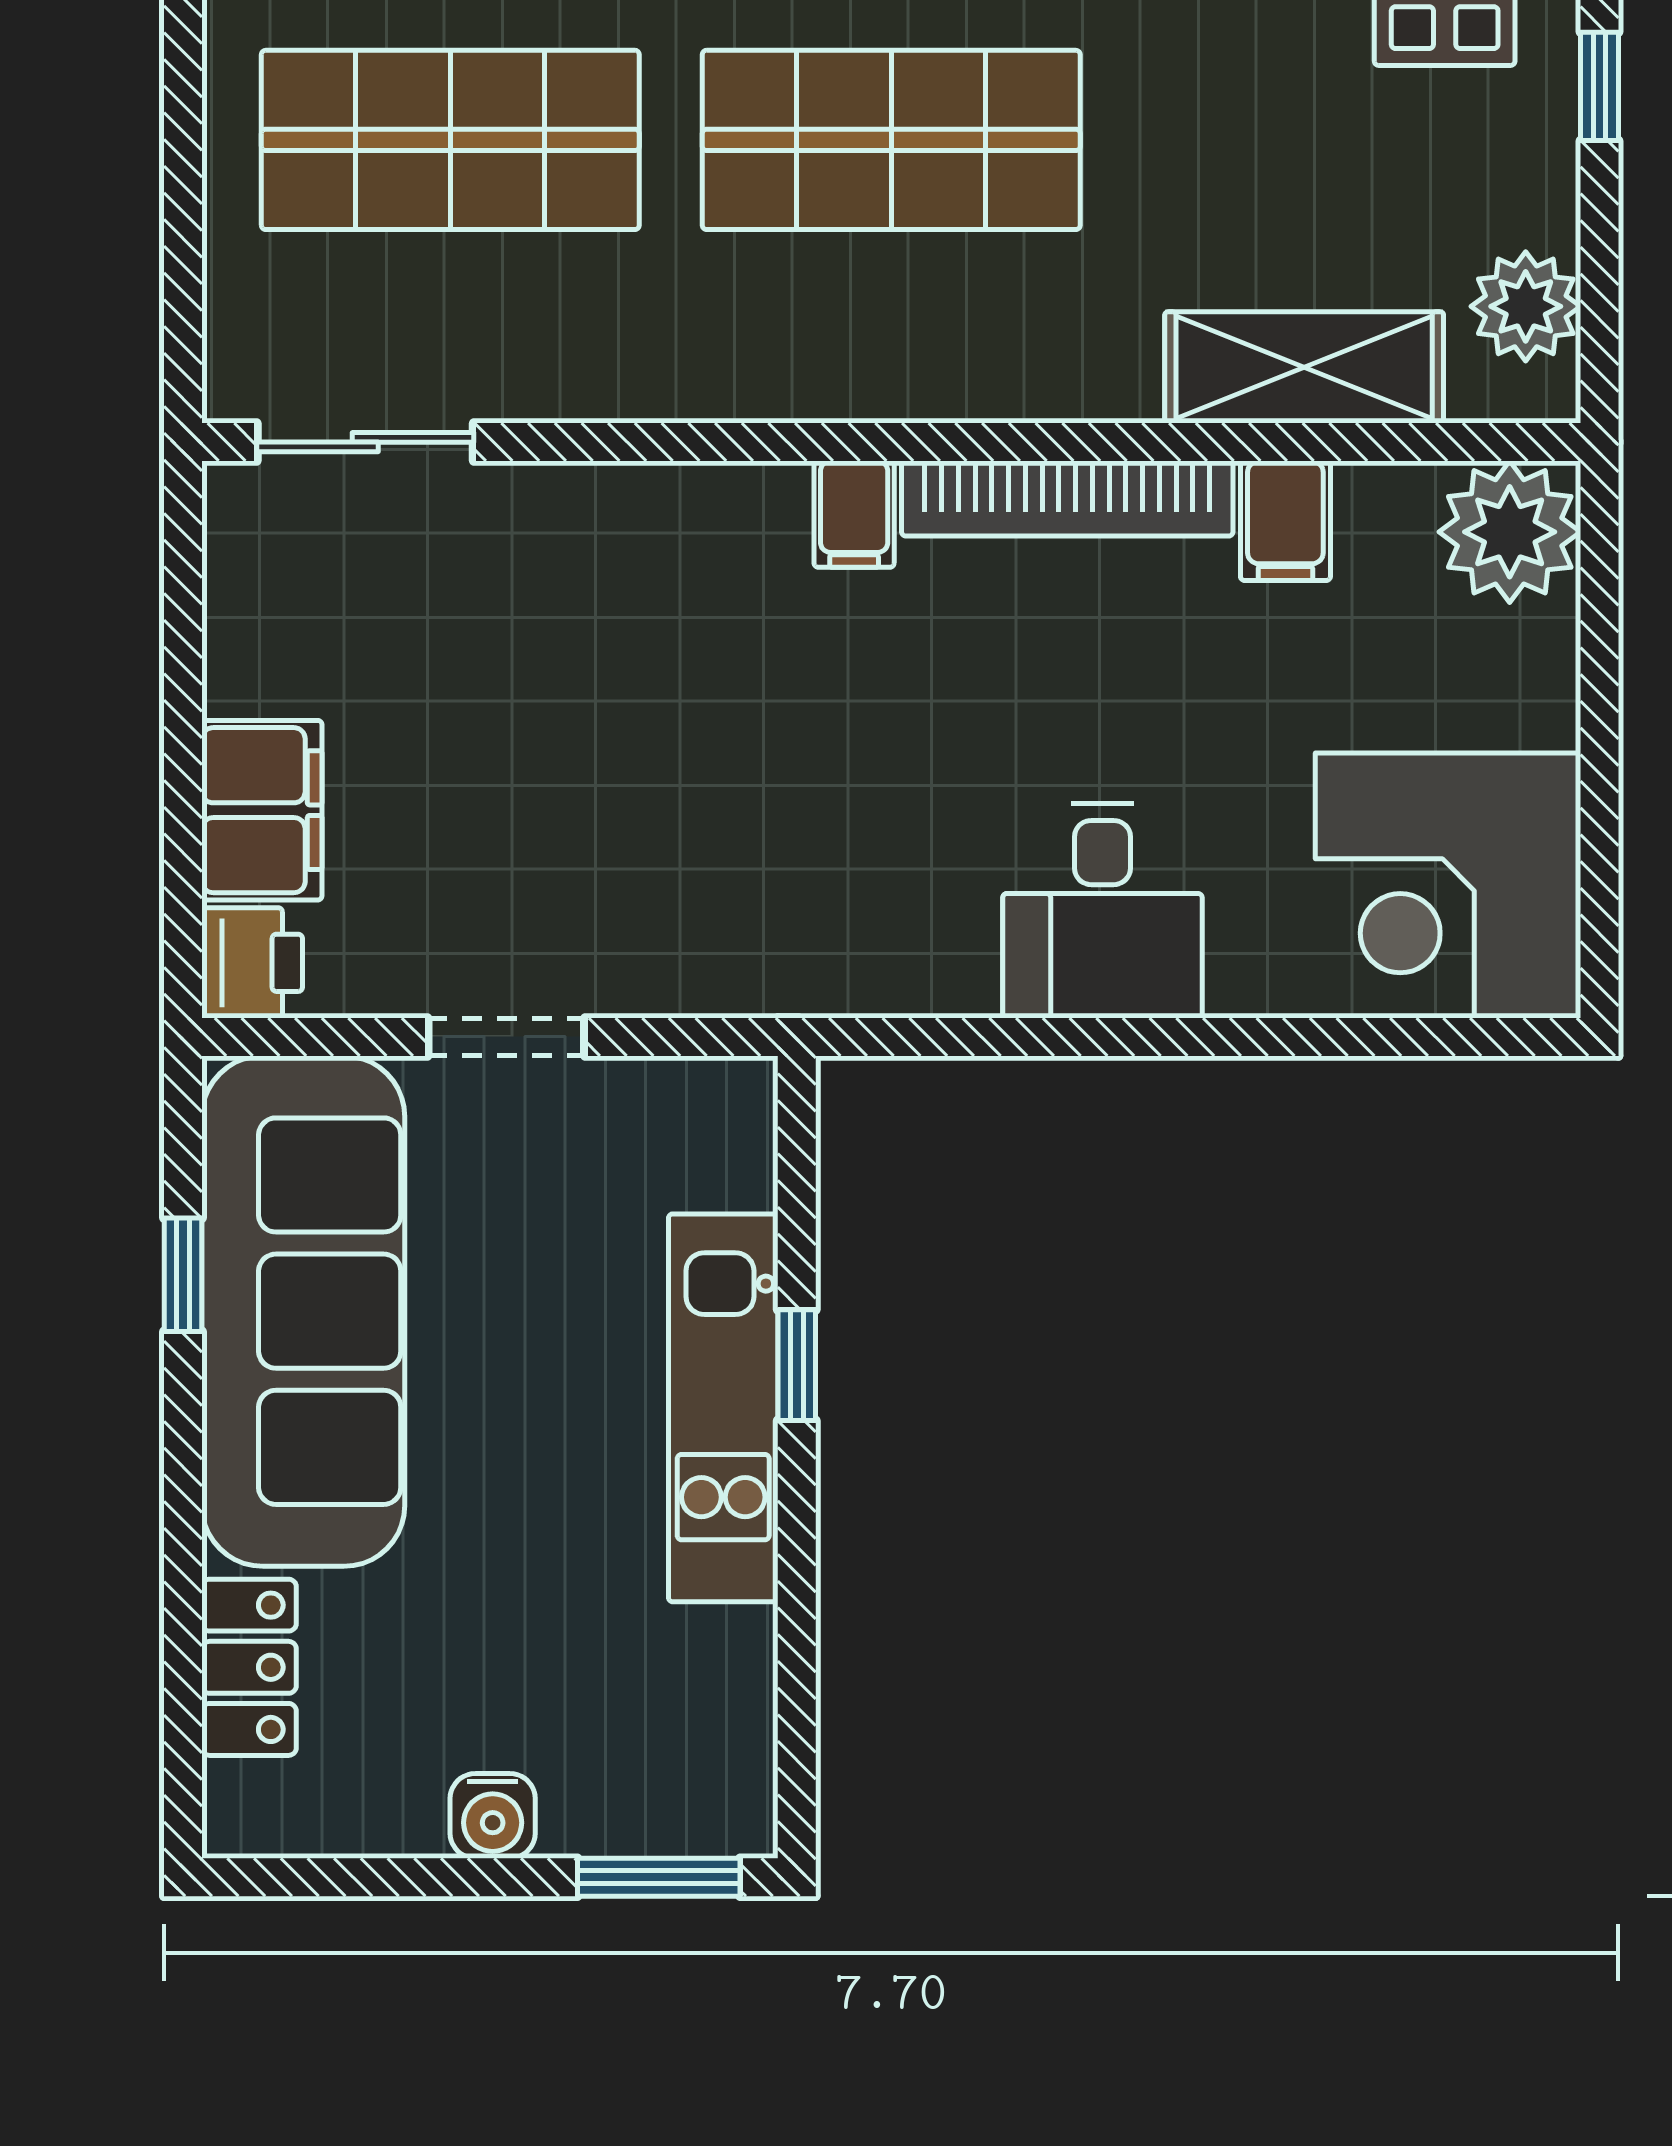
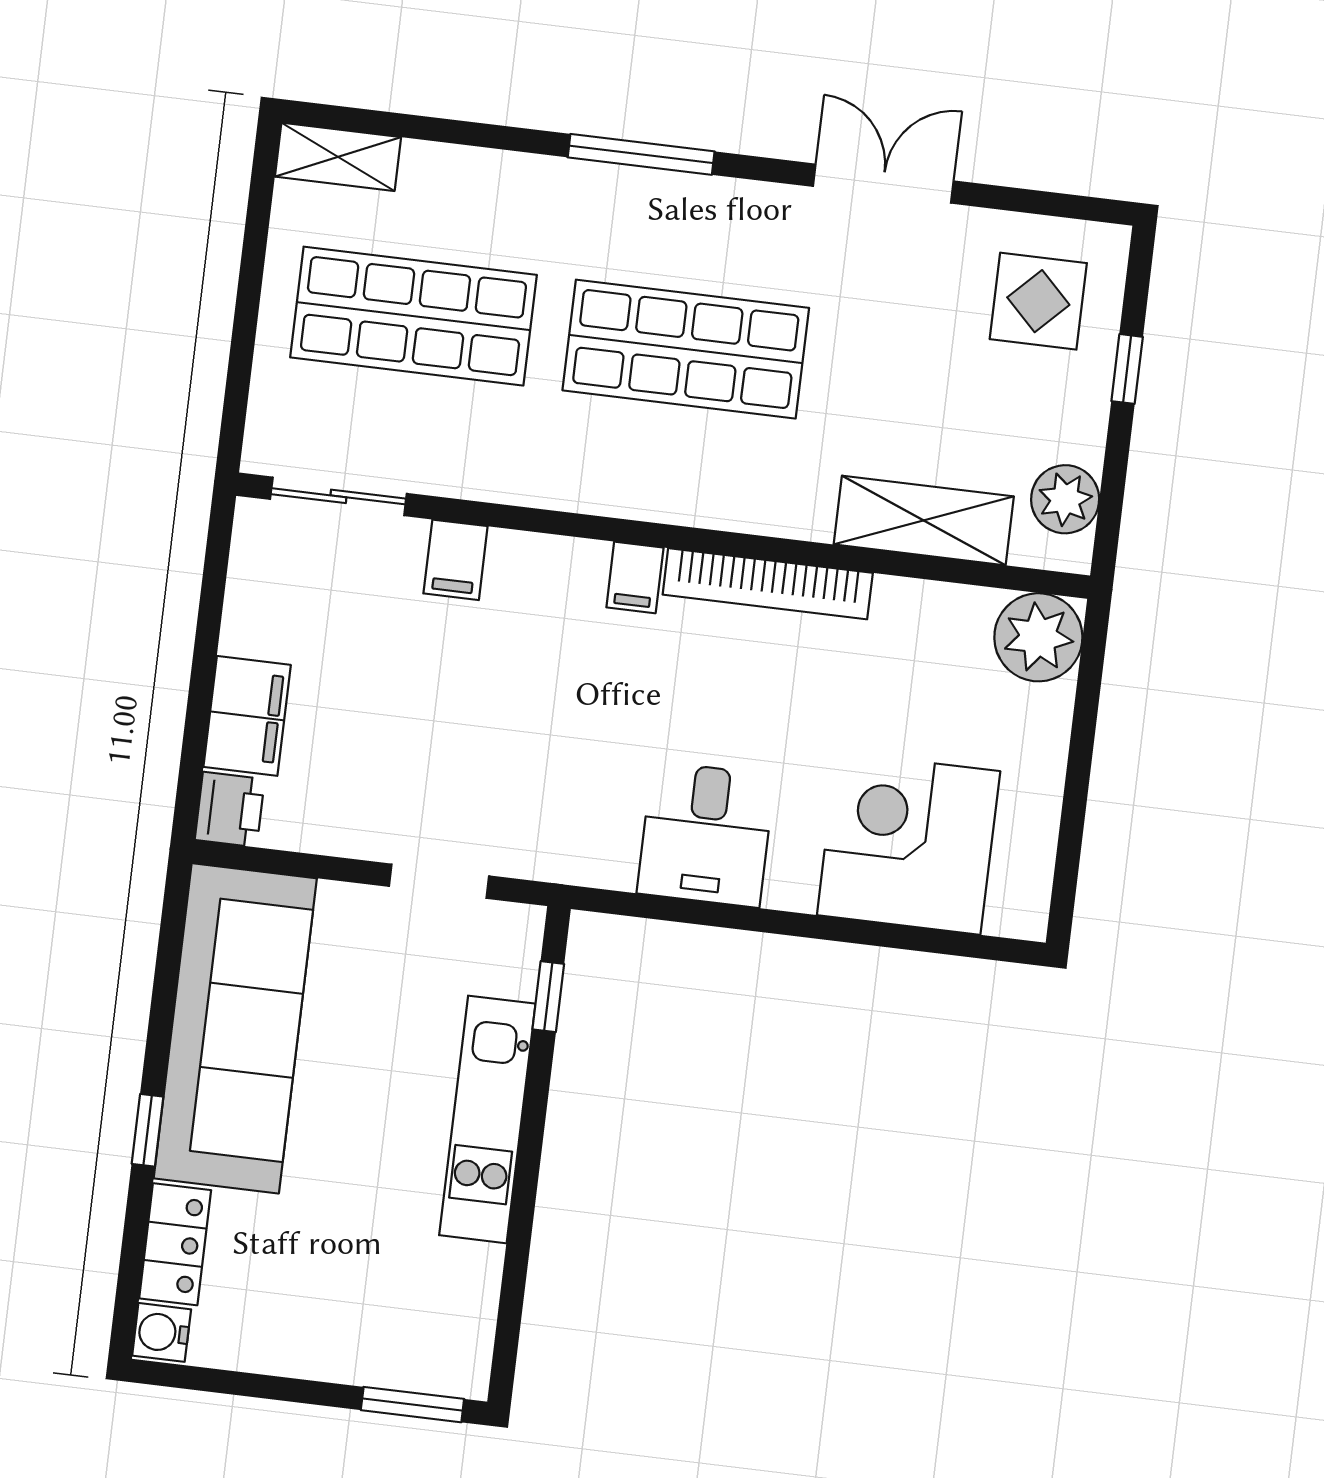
filing cabinet: (1285, 521) -> (456, 560), moved
corner desk: (1448, 885) -> (909, 843), moved, turned 90
desk: (1102, 911) -> (706, 834), moved
doorway: (506, 1037) -> (439, 881), moved
window: (183, 1275) -> (148, 1130), moved
window: (797, 1365) -> (548, 997), moved
water cooler: (493, 1816) -> (162, 1332), moved, turned 90

